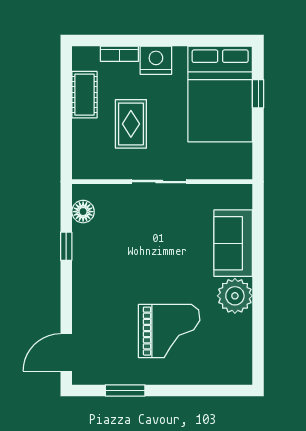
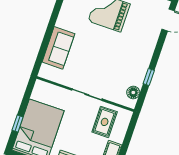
rug: (131, 124) -> (105, 122), moved
plant: (235, 296) -> (67, 19), removed

